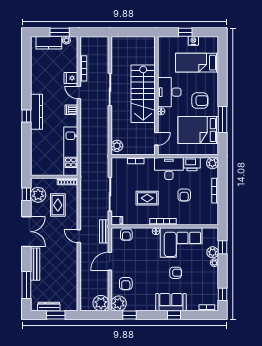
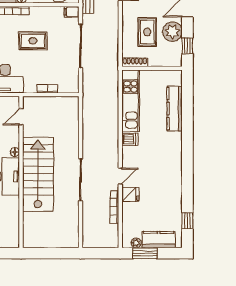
door: (79, 92) -> (120, 176), hinge flipped
dishwasher: (71, 110) -> (130, 139), moved
kitchen counter: (36, 112) -> (175, 109), moved
window: (26, 116) -> (187, 221), moved
plant: (117, 146) -> (72, 108), removed
plant: (38, 195) -> (172, 32), moved

